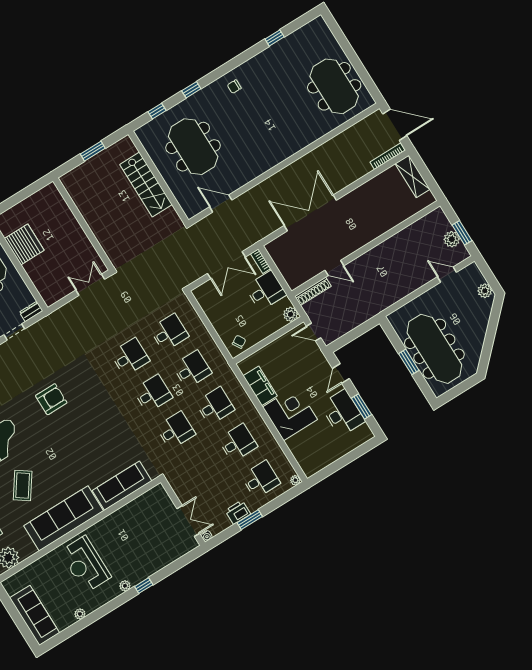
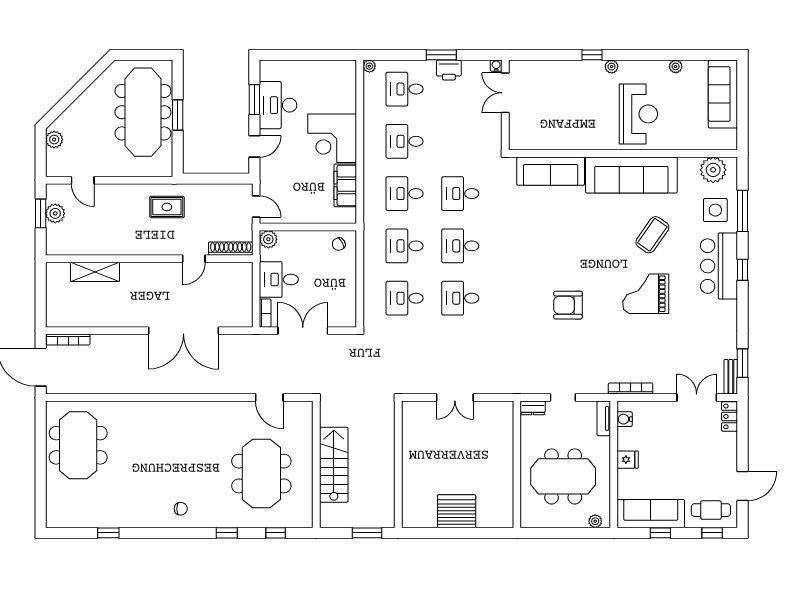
shelving: (413, 176) -> (95, 272), moved, turned 90
wall: (83, 224) -> (398, 464), moved
server rack: (24, 244) -> (457, 511), moved, turned 90
door: (334, 268) -> (194, 259), swing flipped
rug: (376, 293) -> (167, 207), added

